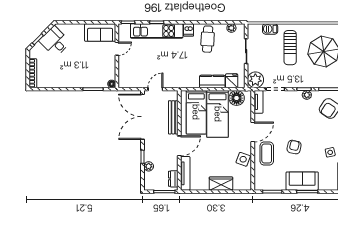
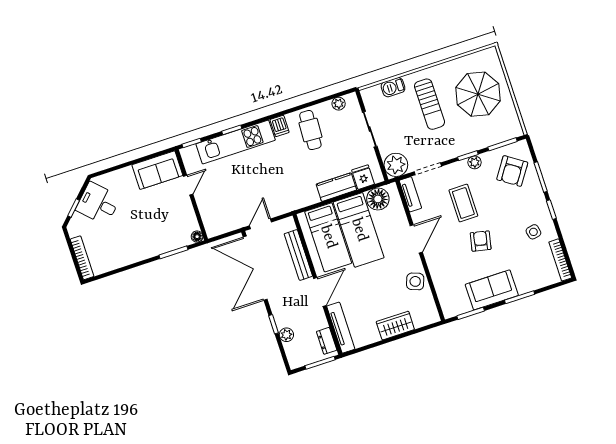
coffee table: (267, 153) -> (463, 203), moved
sofa: (302, 181) -> (492, 290), moved

